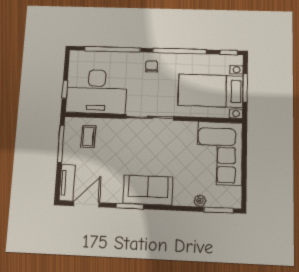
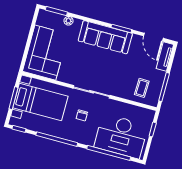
chair: (152, 66) -> (82, 115), moved
desk: (96, 91) -> (121, 136), moved, turned 180
sofa: (148, 190) -> (105, 37), width x1.36
door: (86, 204) -> (153, 37), hinge flipped

